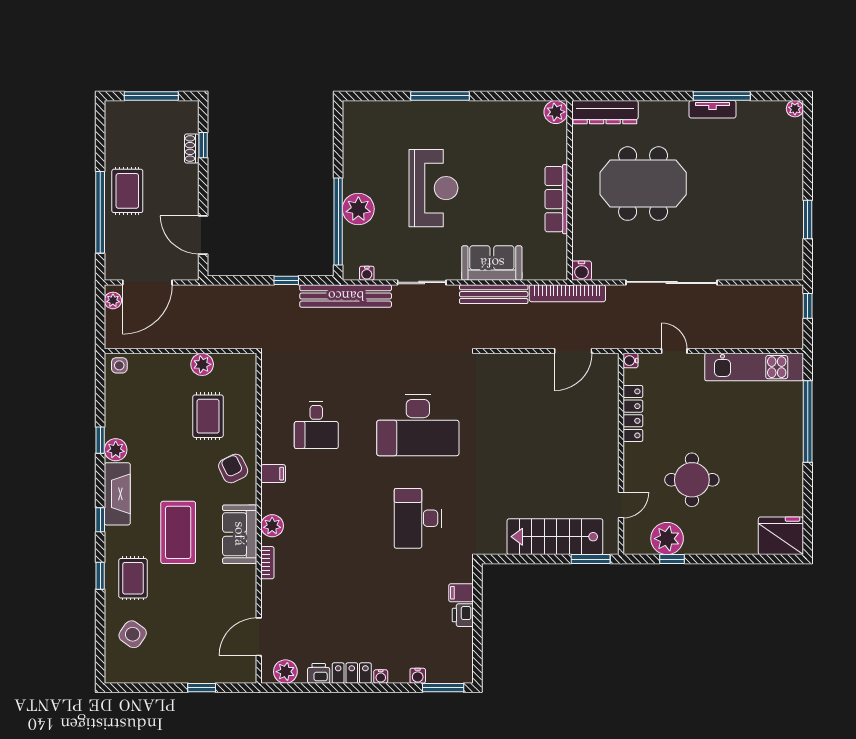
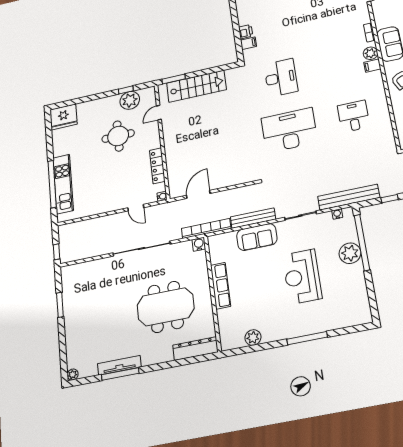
tv unit: (712, 109) -> (119, 365), width x1.41
plant: (556, 112) -> (253, 338), moved
kitchen unit: (754, 367) -> (63, 184), moved, turned 90
filing cabinet: (273, 474) -> (372, 66), moved

